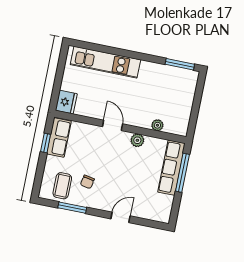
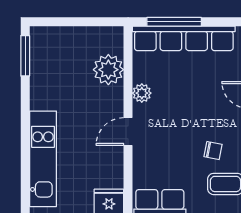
plant: (157, 125) -> (108, 70), width x1.88, depth x1.88
row of seats: (172, 168) -> (184, 38), width x1.36

